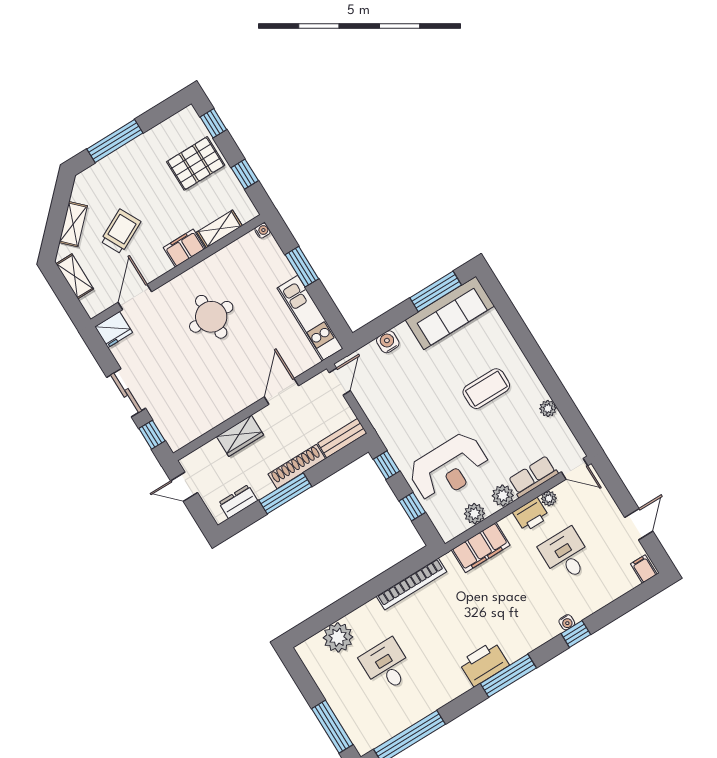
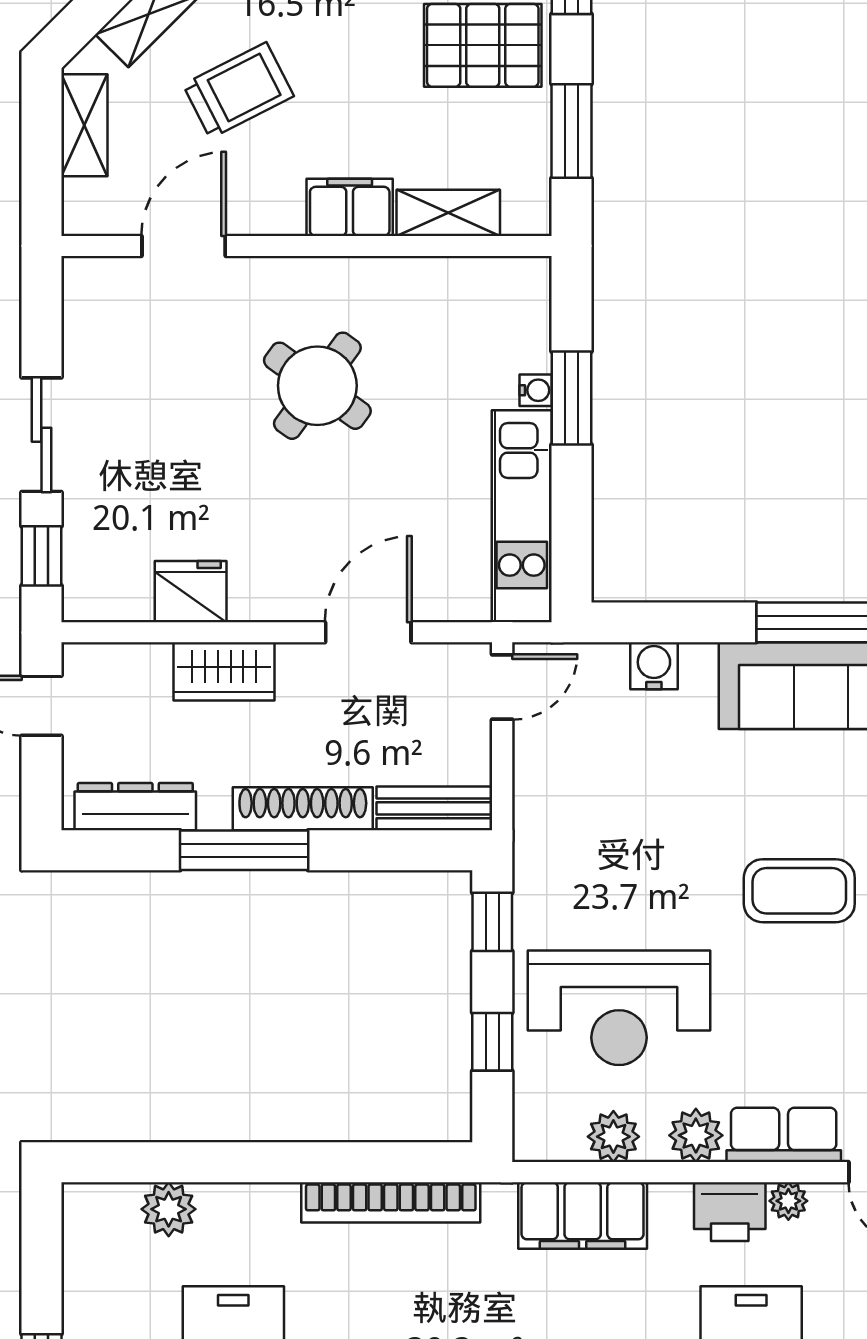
window: (245, 174) -> (571, 131), width x1.50
water cooler: (262, 231) -> (536, 390), moved
round table: (211, 317) -> (317, 386), turned 36
fridge: (114, 330) -> (191, 592), moved, turned 180
dresser: (238, 502) -> (135, 807), width x1.44
plant: (338, 637) -> (169, 1209), width x0.73, depth x0.73

